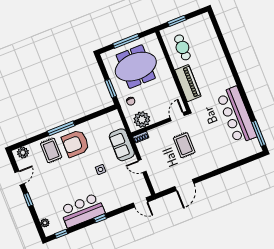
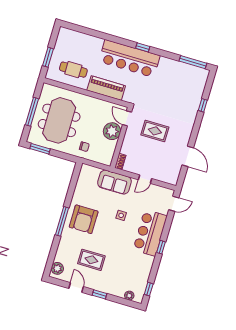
window: (240, 87) -> (143, 47), added
window: (111, 88) -> (40, 149), moved
bar counter: (237, 115) -> (129, 59), moved
plant: (142, 120) -> (112, 131), moved
rug: (51, 150) -> (91, 260), moved
window: (232, 166) -> (203, 105), added
bar counter: (82, 210) -> (150, 233), moved

